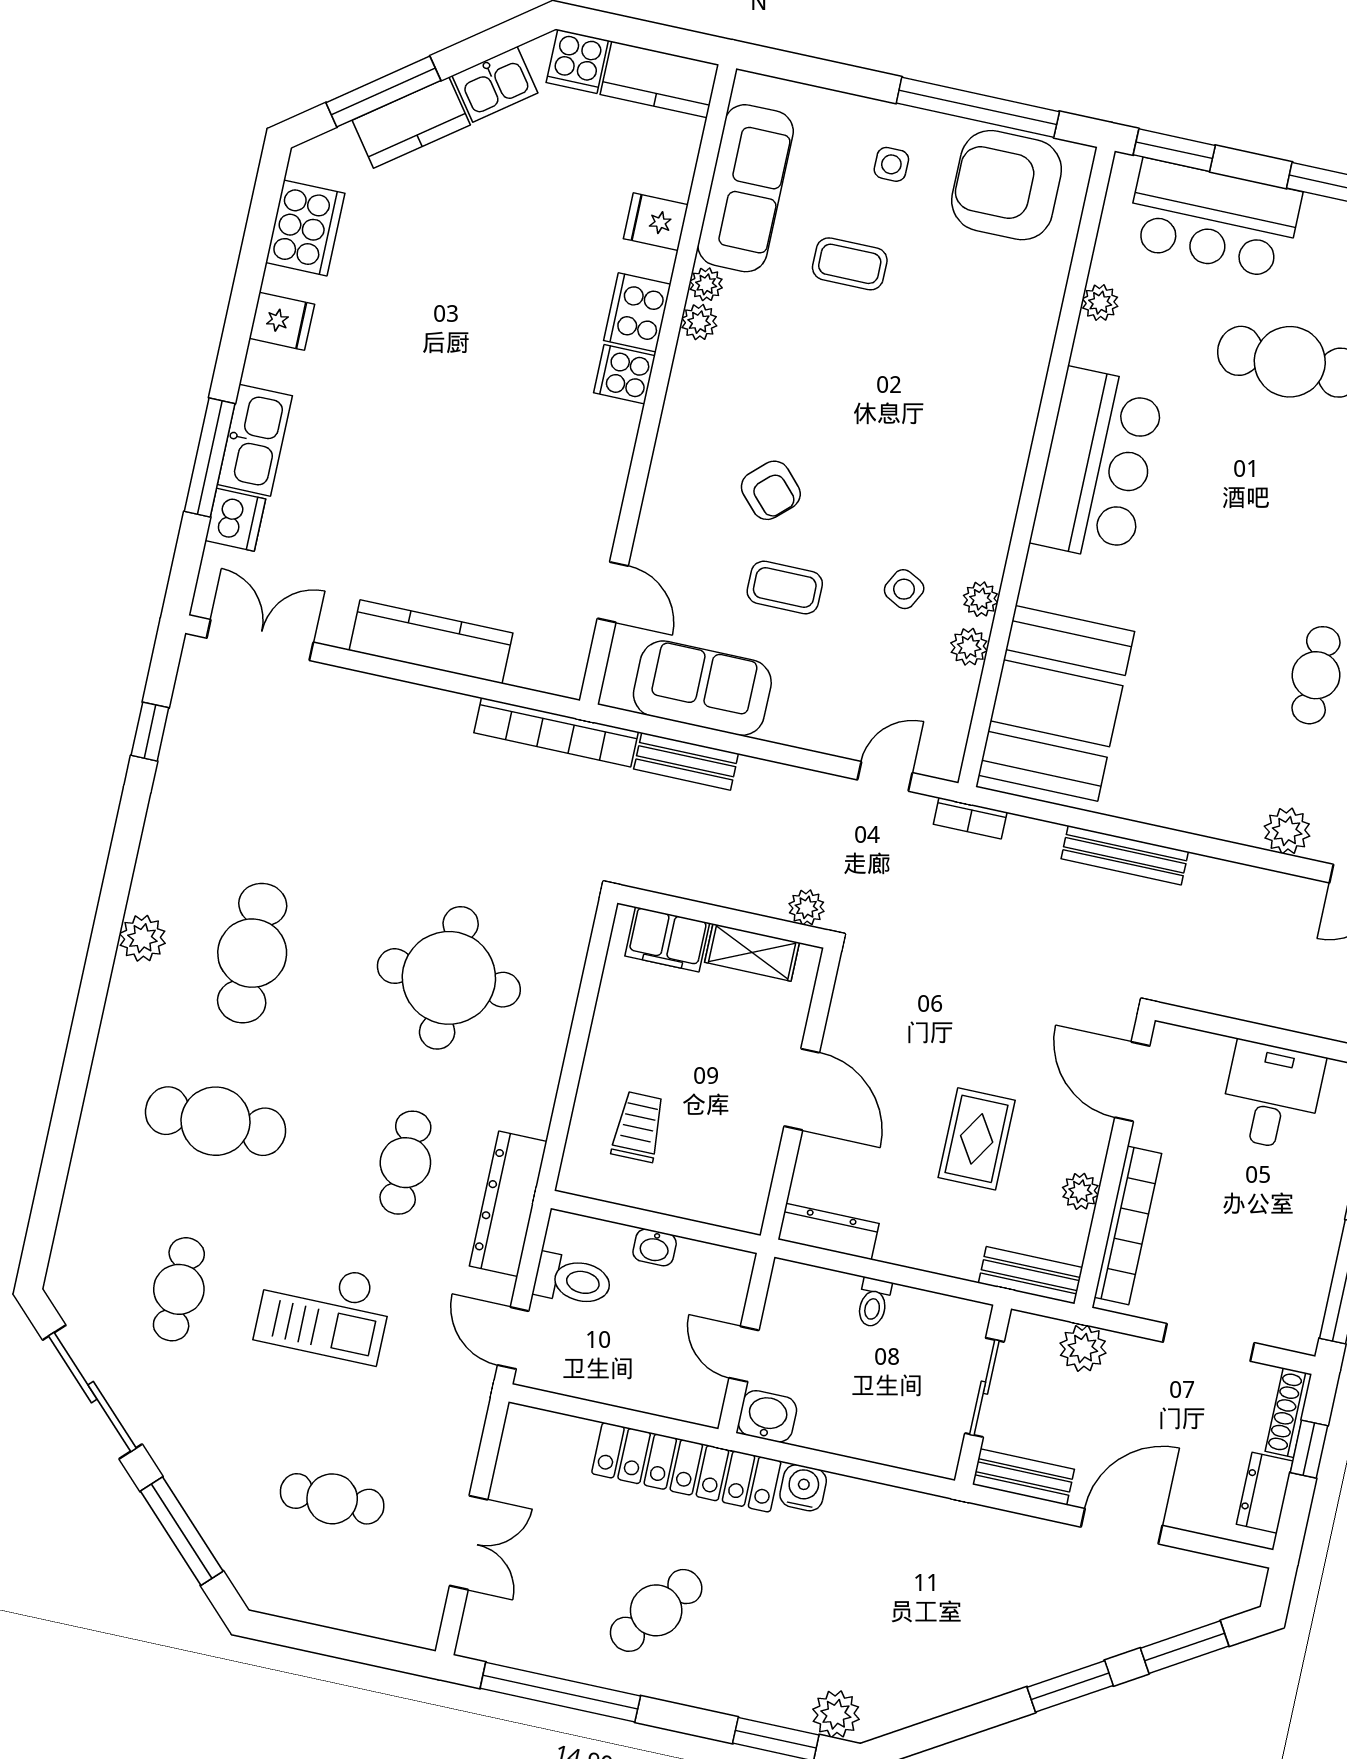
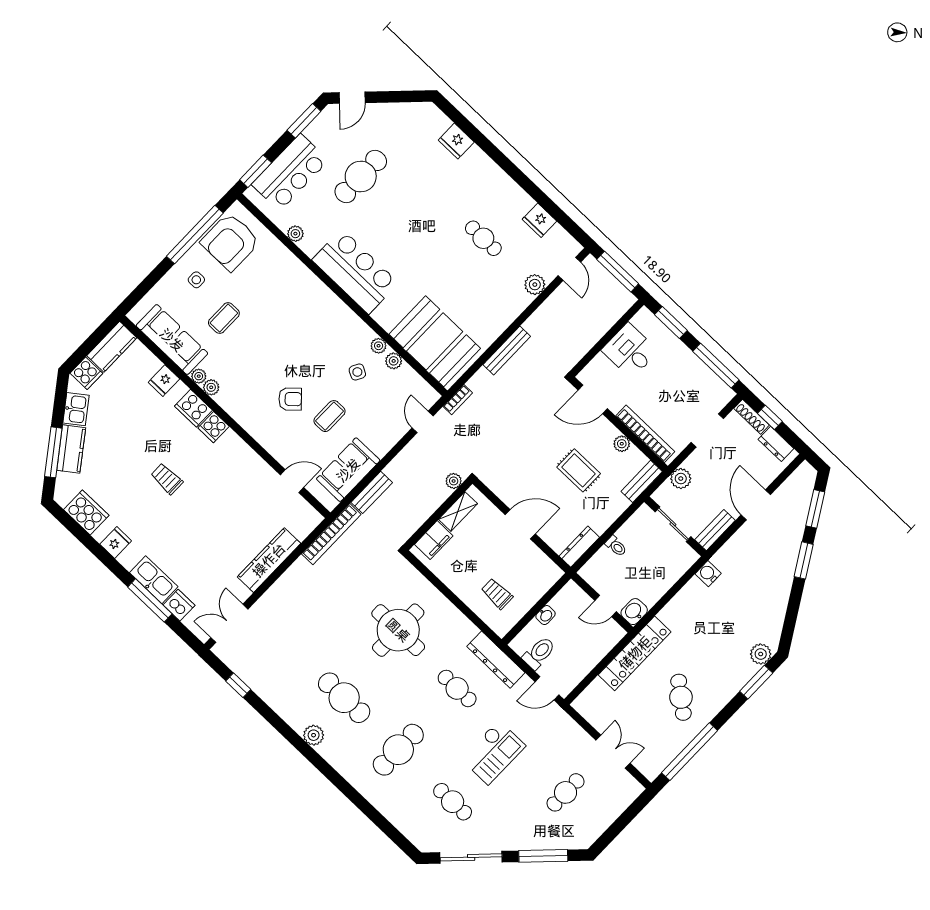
trolley: (467, 345) -> (167, 479), added
water cooler: (803, 1488) -> (708, 574), moved

